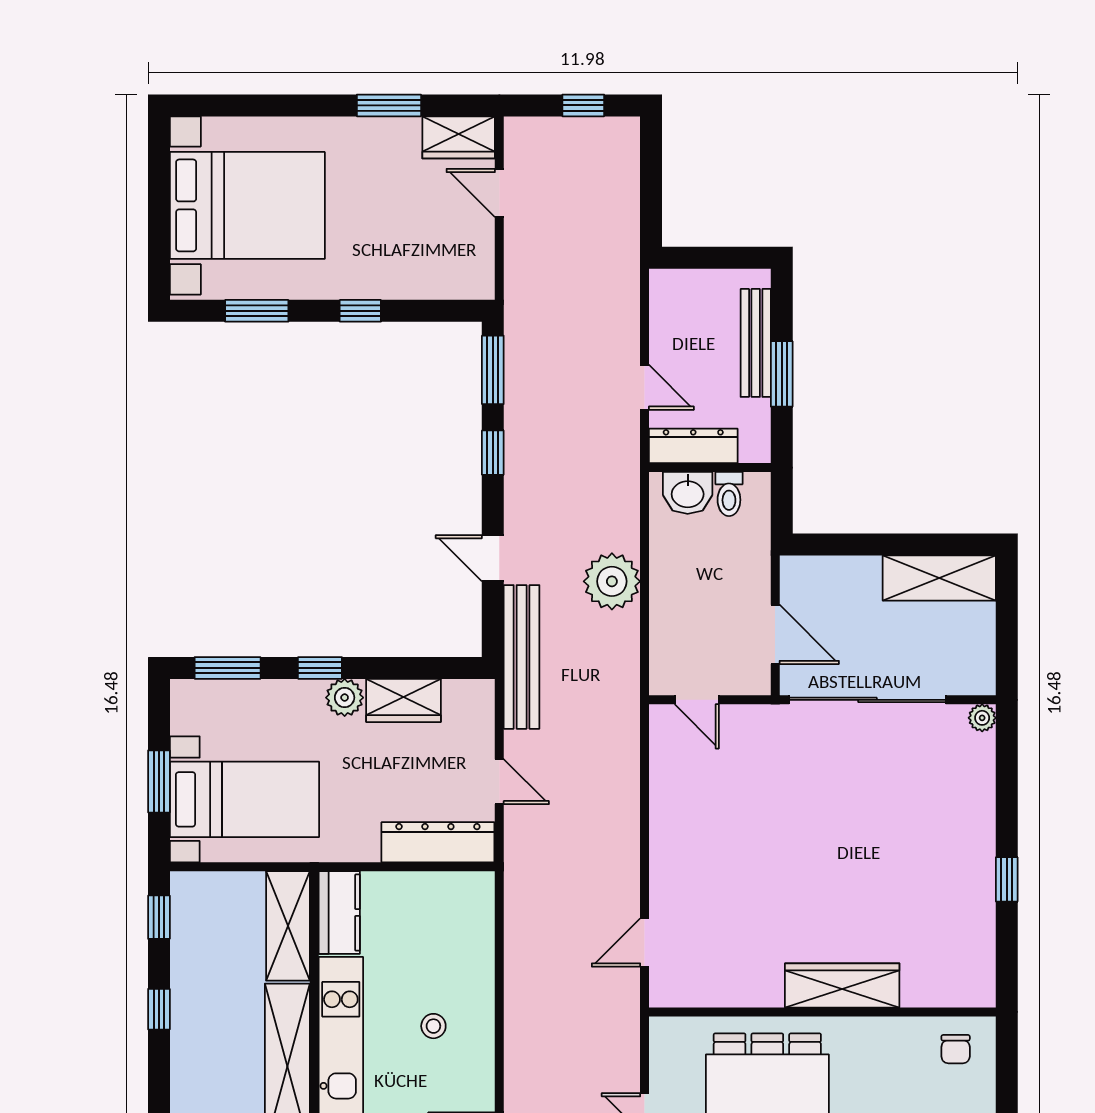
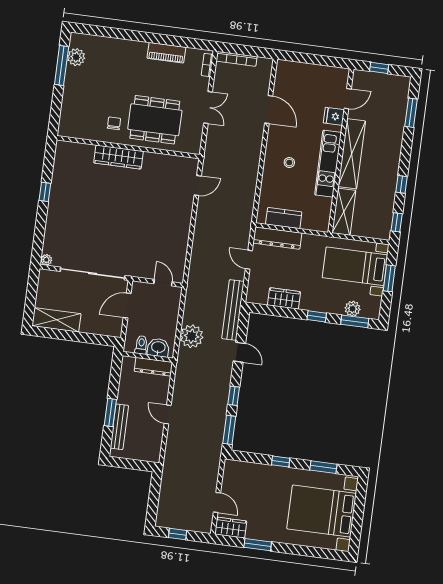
dresser: (693, 446) -> (153, 367), moved
wall: (710, 468) -> (148, 357), moved
washbasin: (688, 493) -> (158, 348), moved
toilet: (729, 494) -> (141, 345), moved
door: (775, 634) -> (127, 305), hinge flipped
plant: (345, 698) -> (353, 309), moved
kitchen counter: (339, 912) -> (284, 218), moved, turned 90
chair: (956, 1049) -> (114, 123), moved

